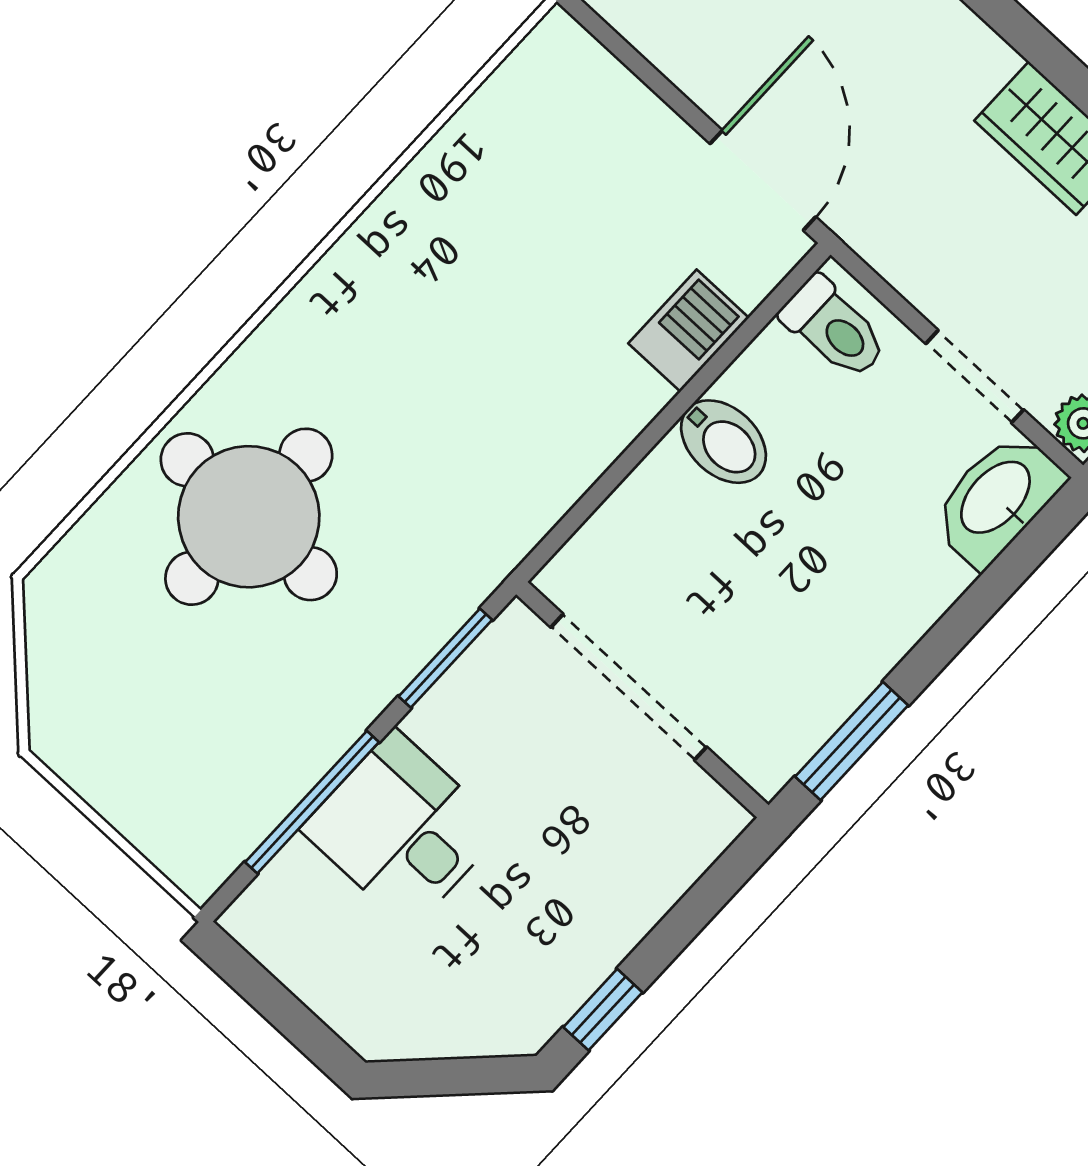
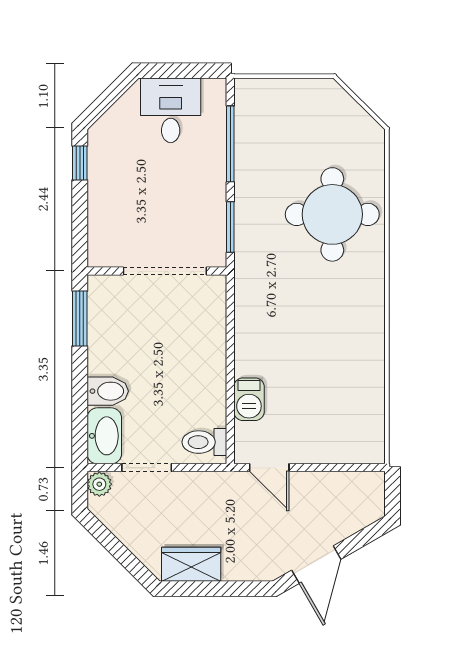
door: (763, 180) -> (269, 468), width x0.73
bidet: (724, 442) -> (108, 391), moved, turned 180
desk: (402, 829) -> (171, 110), moved, turned -90

